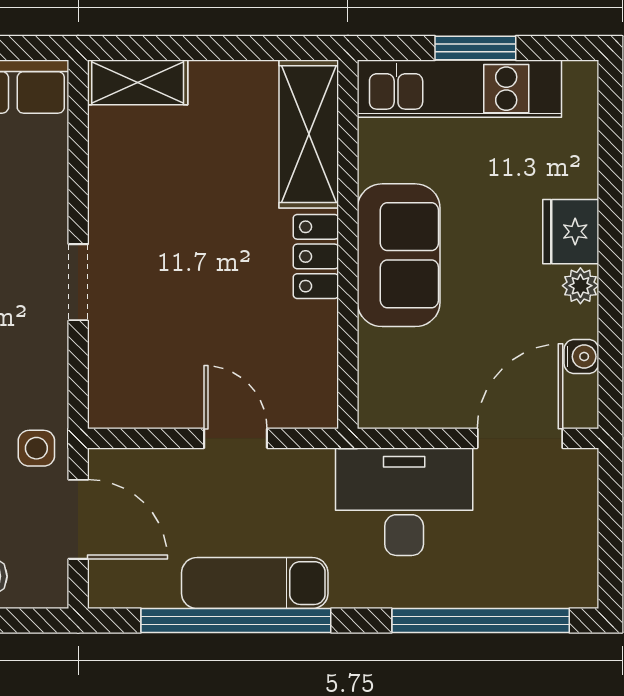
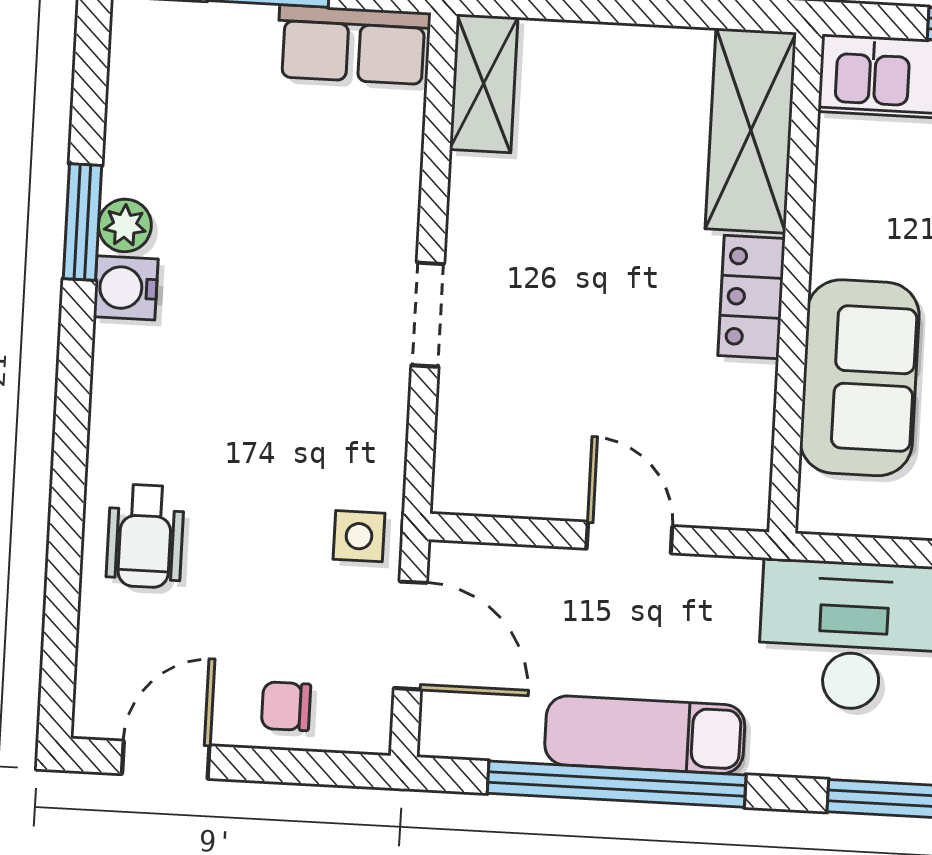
shelving: (138, 82) -> (484, 83), moved, turned 90
sofa: (399, 255) -> (860, 378), moved

